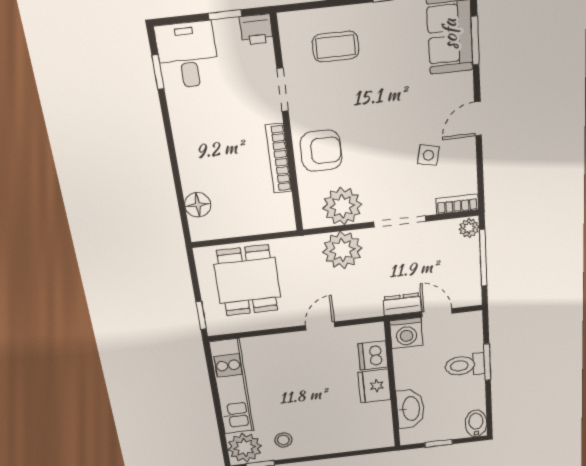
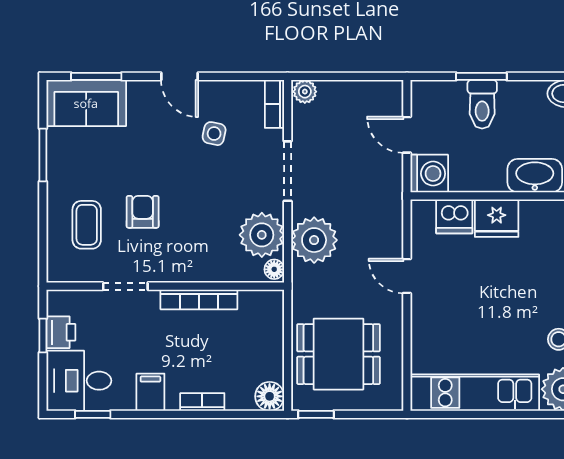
printer: (256, 30) -> (61, 332), moved
filing cabinet: (188, 124) -> (150, 392), added
armchair: (321, 151) -> (143, 212), moved, width x0.72, depth x0.72
bookcase: (187, 172) -> (202, 402), added
floor lamp: (198, 205) -> (270, 396), moved
floor lamp: (313, 220) -> (274, 269), added
window: (483, 258) -> (344, 76), removed
dresser: (402, 304) -> (391, 176), removed
door: (437, 313) -> (407, 135), hinge flipped
window: (201, 315) -> (316, 414), moved

